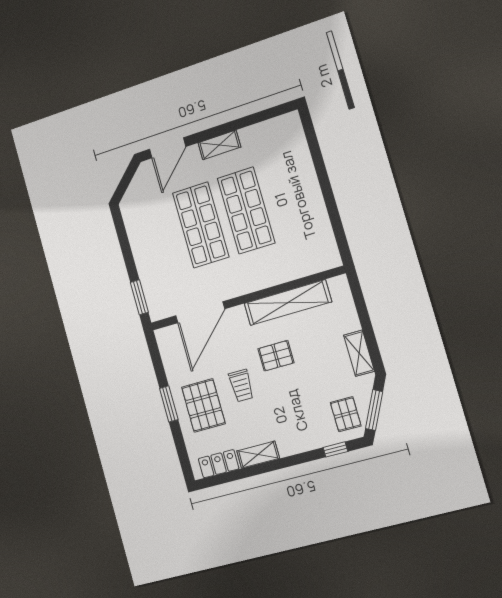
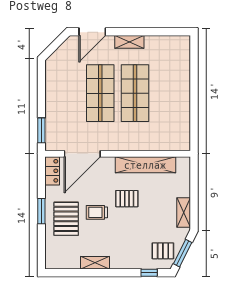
trolley: (241, 386) -> (97, 212), turned 90
pallet: (346, 414) -> (163, 251), turned 90
locker: (219, 464) -> (52, 171), moved, turned 90

